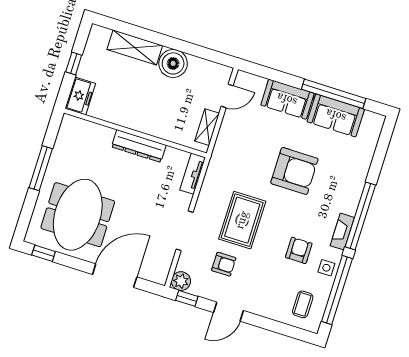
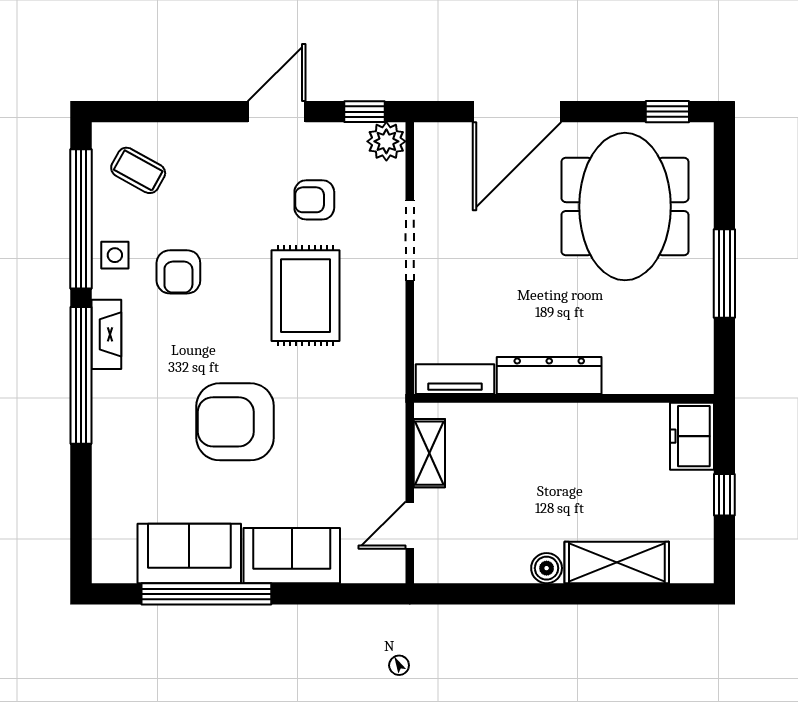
boiler: (173, 63) -> (547, 568), width x0.54, depth x0.54
tv unit: (193, 174) -> (455, 379), moved, turned -90
coffee table: (303, 304) -> (138, 170), turned -61

